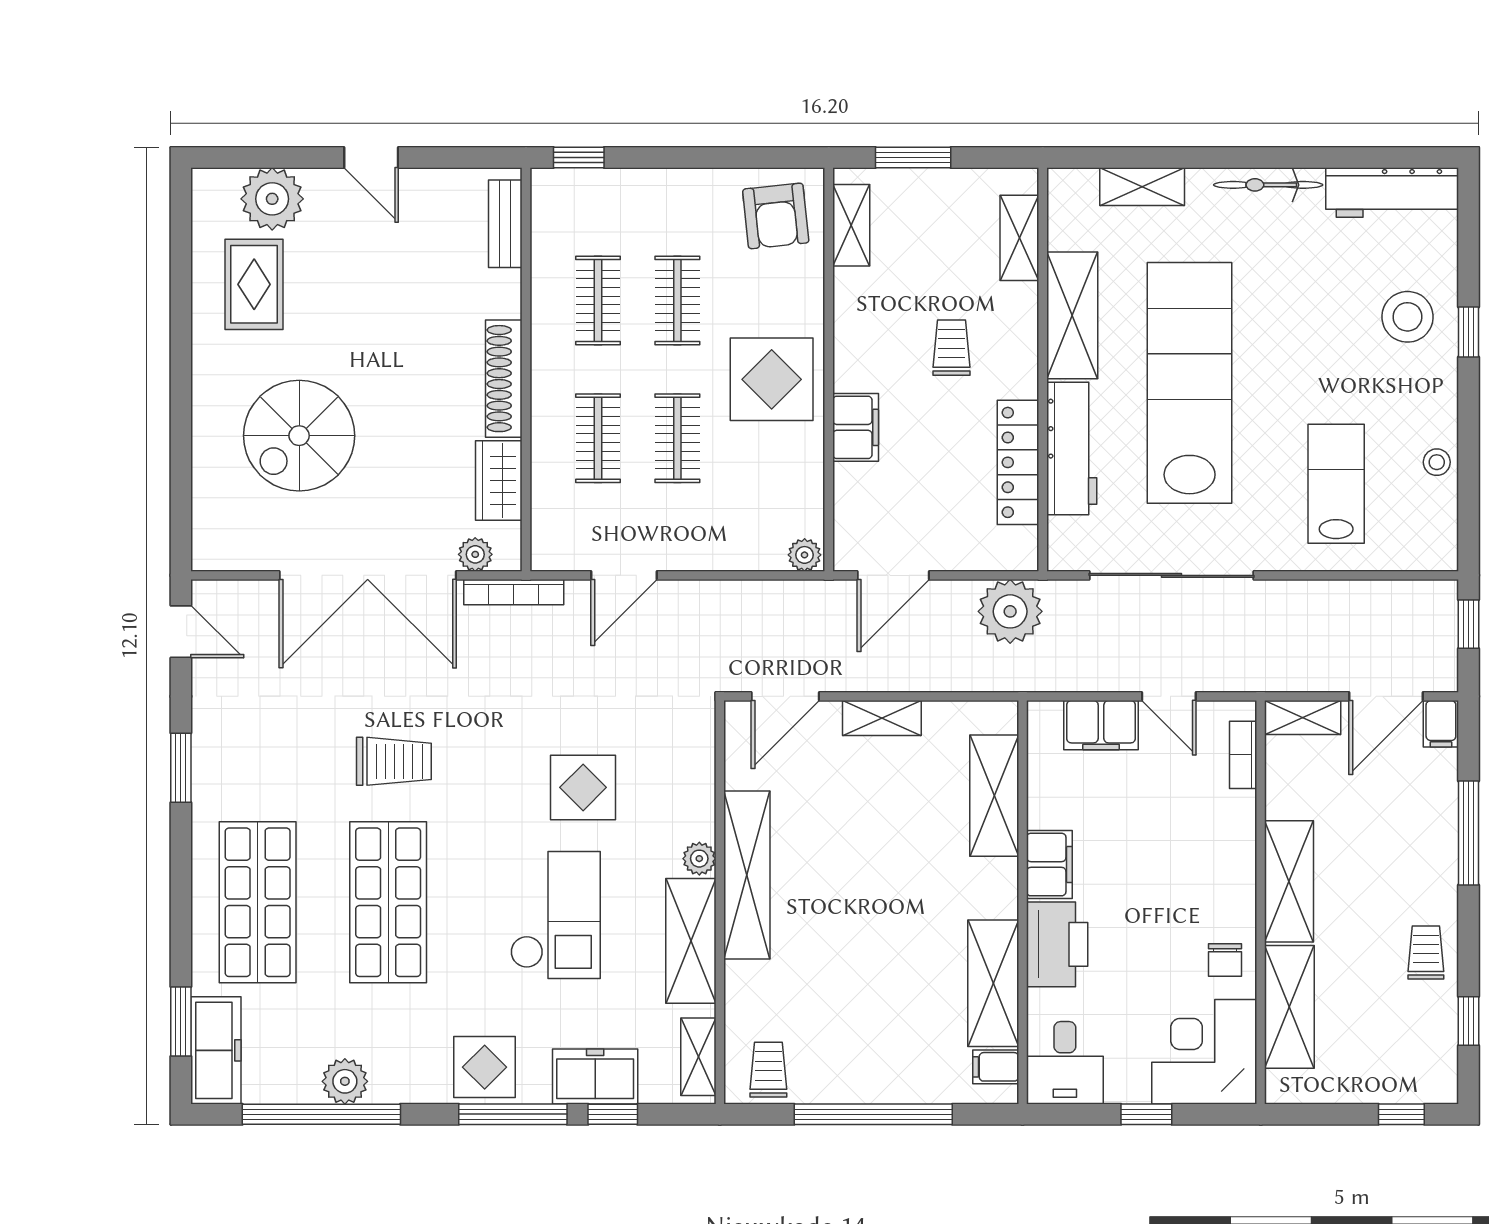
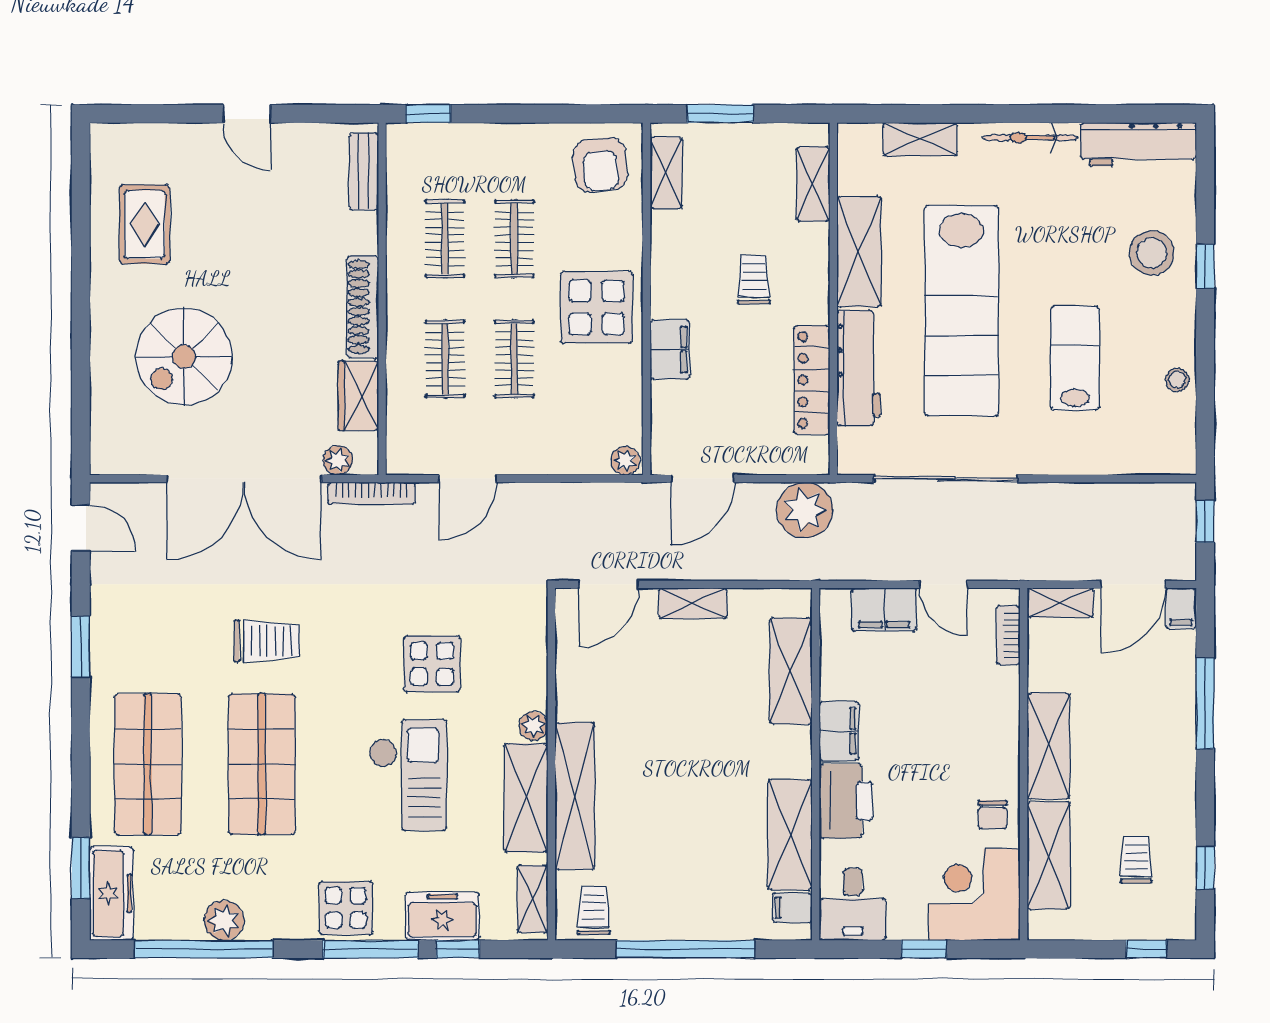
plant: (272, 199) -> (160, 150), removed
lab bench: (1190, 383) -> (961, 311), turned 180
lab bench: (1336, 484) -> (1075, 358), moved
shelving: (747, 875) -> (575, 796), moved
trolley: (1426, 953) -> (1136, 860), moved

